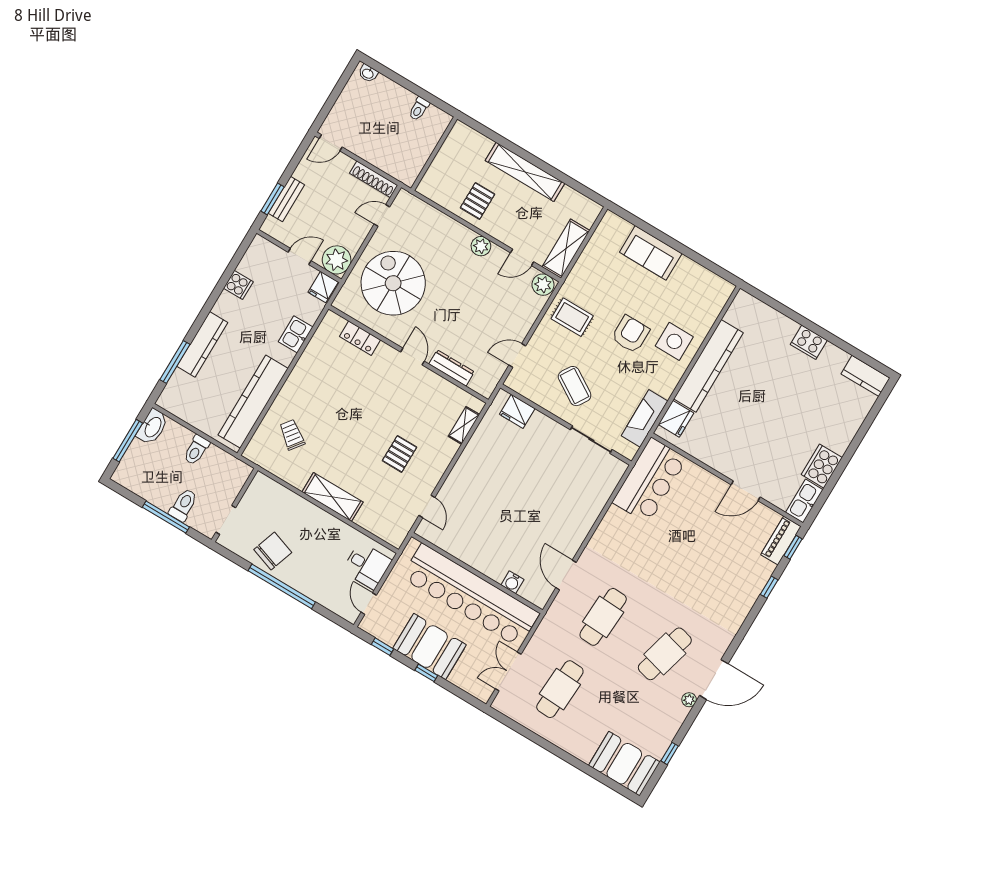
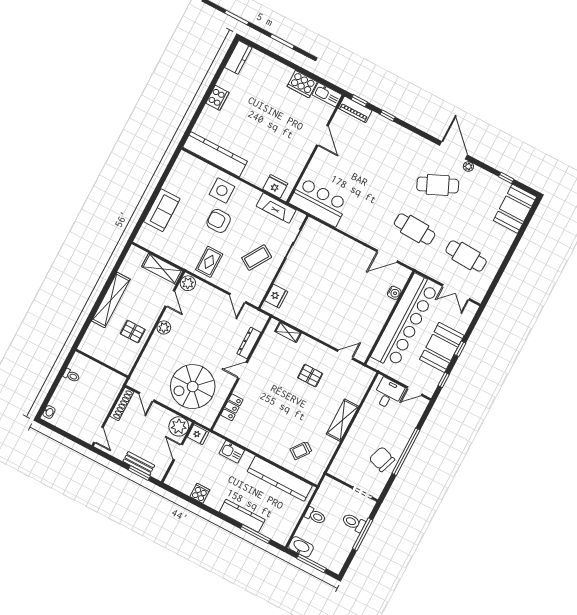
kitchen counter: (708, 366) -> (215, 154), moved
cafe table: (665, 654) -> (438, 185), turned -39

